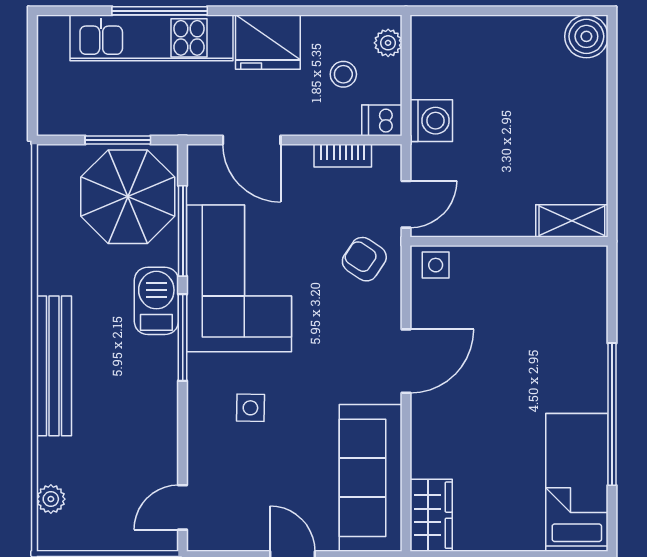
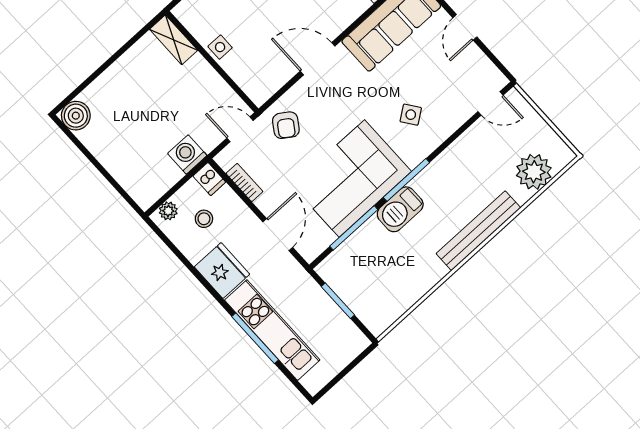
parasol: (128, 197) -> (362, 270), removed
side table: (436, 265) -> (220, 47), moved
side table: (250, 408) -> (411, 115), turned -37
plant: (51, 499) -> (534, 172), width x1.88, depth x1.88

